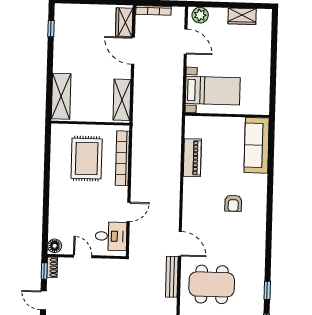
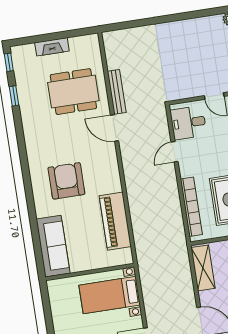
piano: (192, 158) -> (115, 221), width x1.37, depth x1.33
armchair: (233, 203) -> (66, 181), width x1.88, depth x1.88

